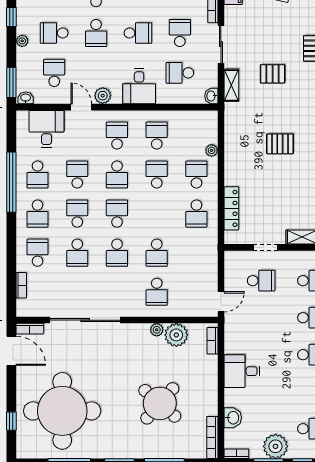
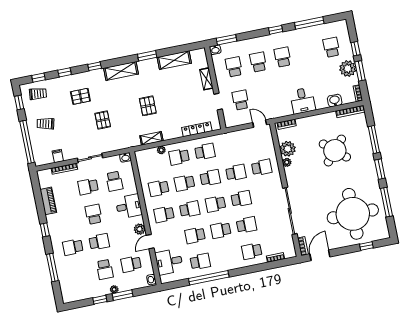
window: (11, 82) -> (123, 295), moved
shelving: (231, 85) -> (151, 138), moved
school desk: (38, 214) -> (210, 178), moved

